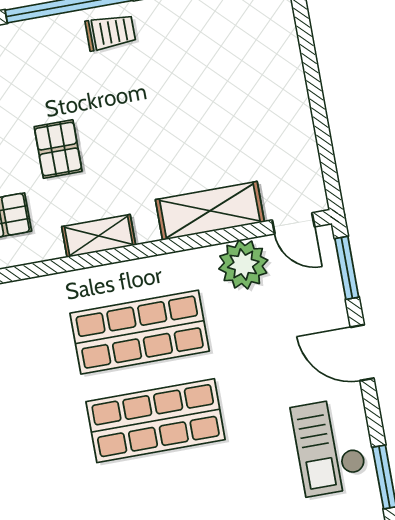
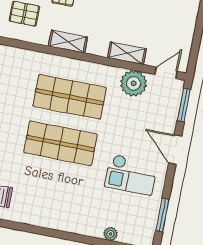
shelving: (210, 211) -> (127, 53), width x0.67, depth x0.75
door: (293, 223) -> (166, 73), swing flipped
checkout: (329, 447) -> (131, 175), moved, turned -90

